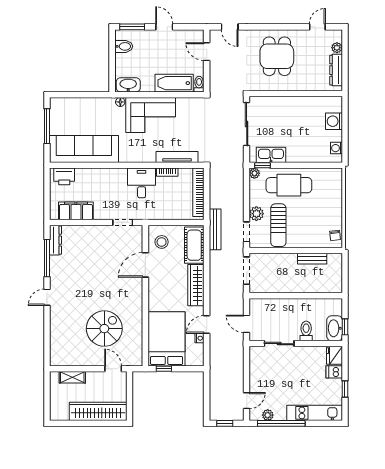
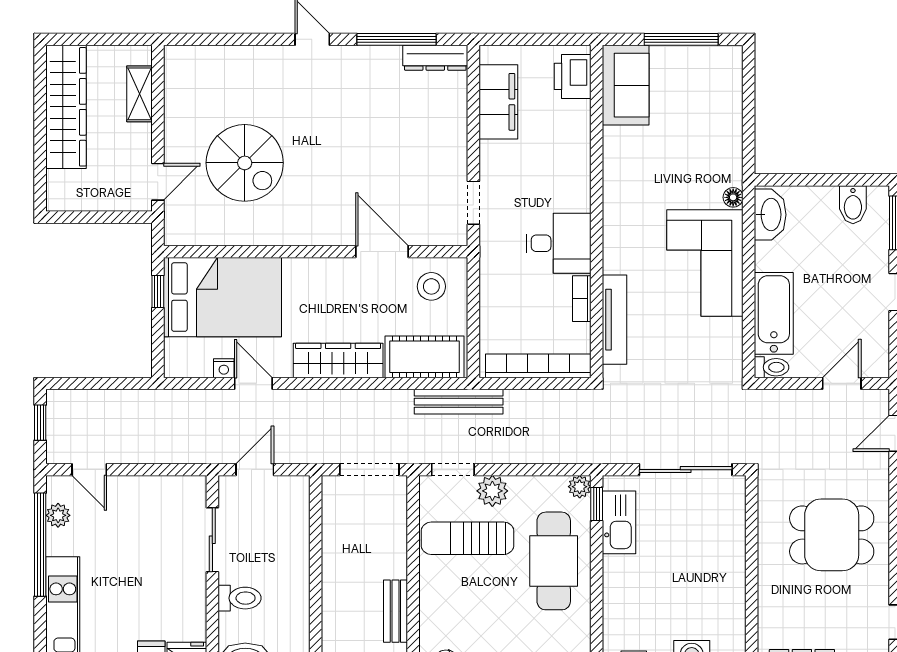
sofa: (84, 149) -> (626, 85), width x0.54, depth x0.79
wardrobe: (98, 411) -> (66, 107), moved

